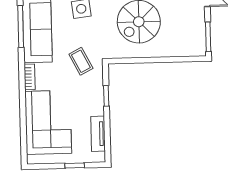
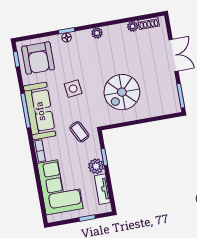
plant: (95, 105) -> (96, 166), added

